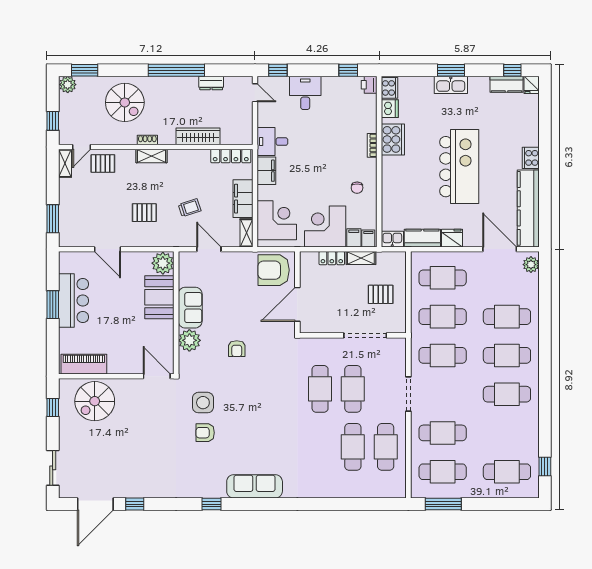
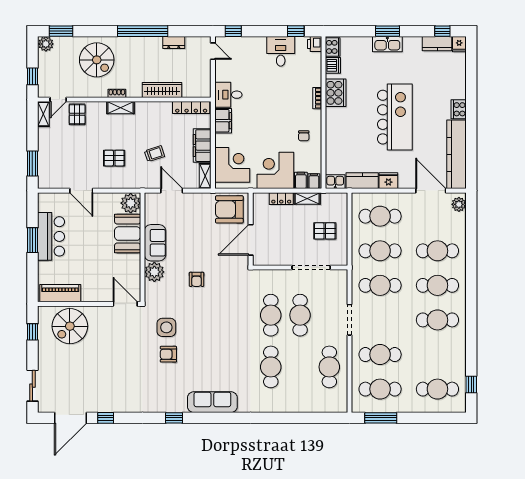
desk: (305, 93) -> (281, 51), moved
pallet: (103, 164) -> (77, 114), turned 90
cafe table: (353, 447) -> (271, 367), moved

